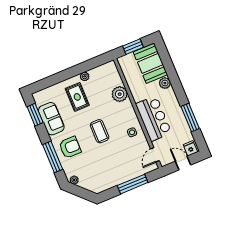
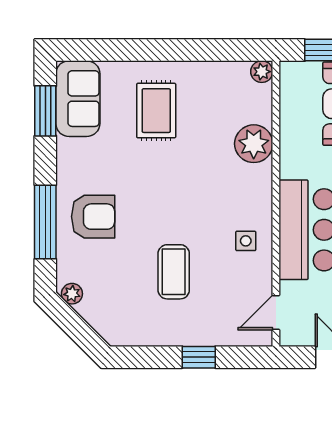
plant: (85, 76) -> (262, 72), moved
sofa: (51, 119) -> (78, 99), moved
coffee table: (100, 131) -> (174, 272), moved
window: (133, 184) -> (199, 357), width x0.46

